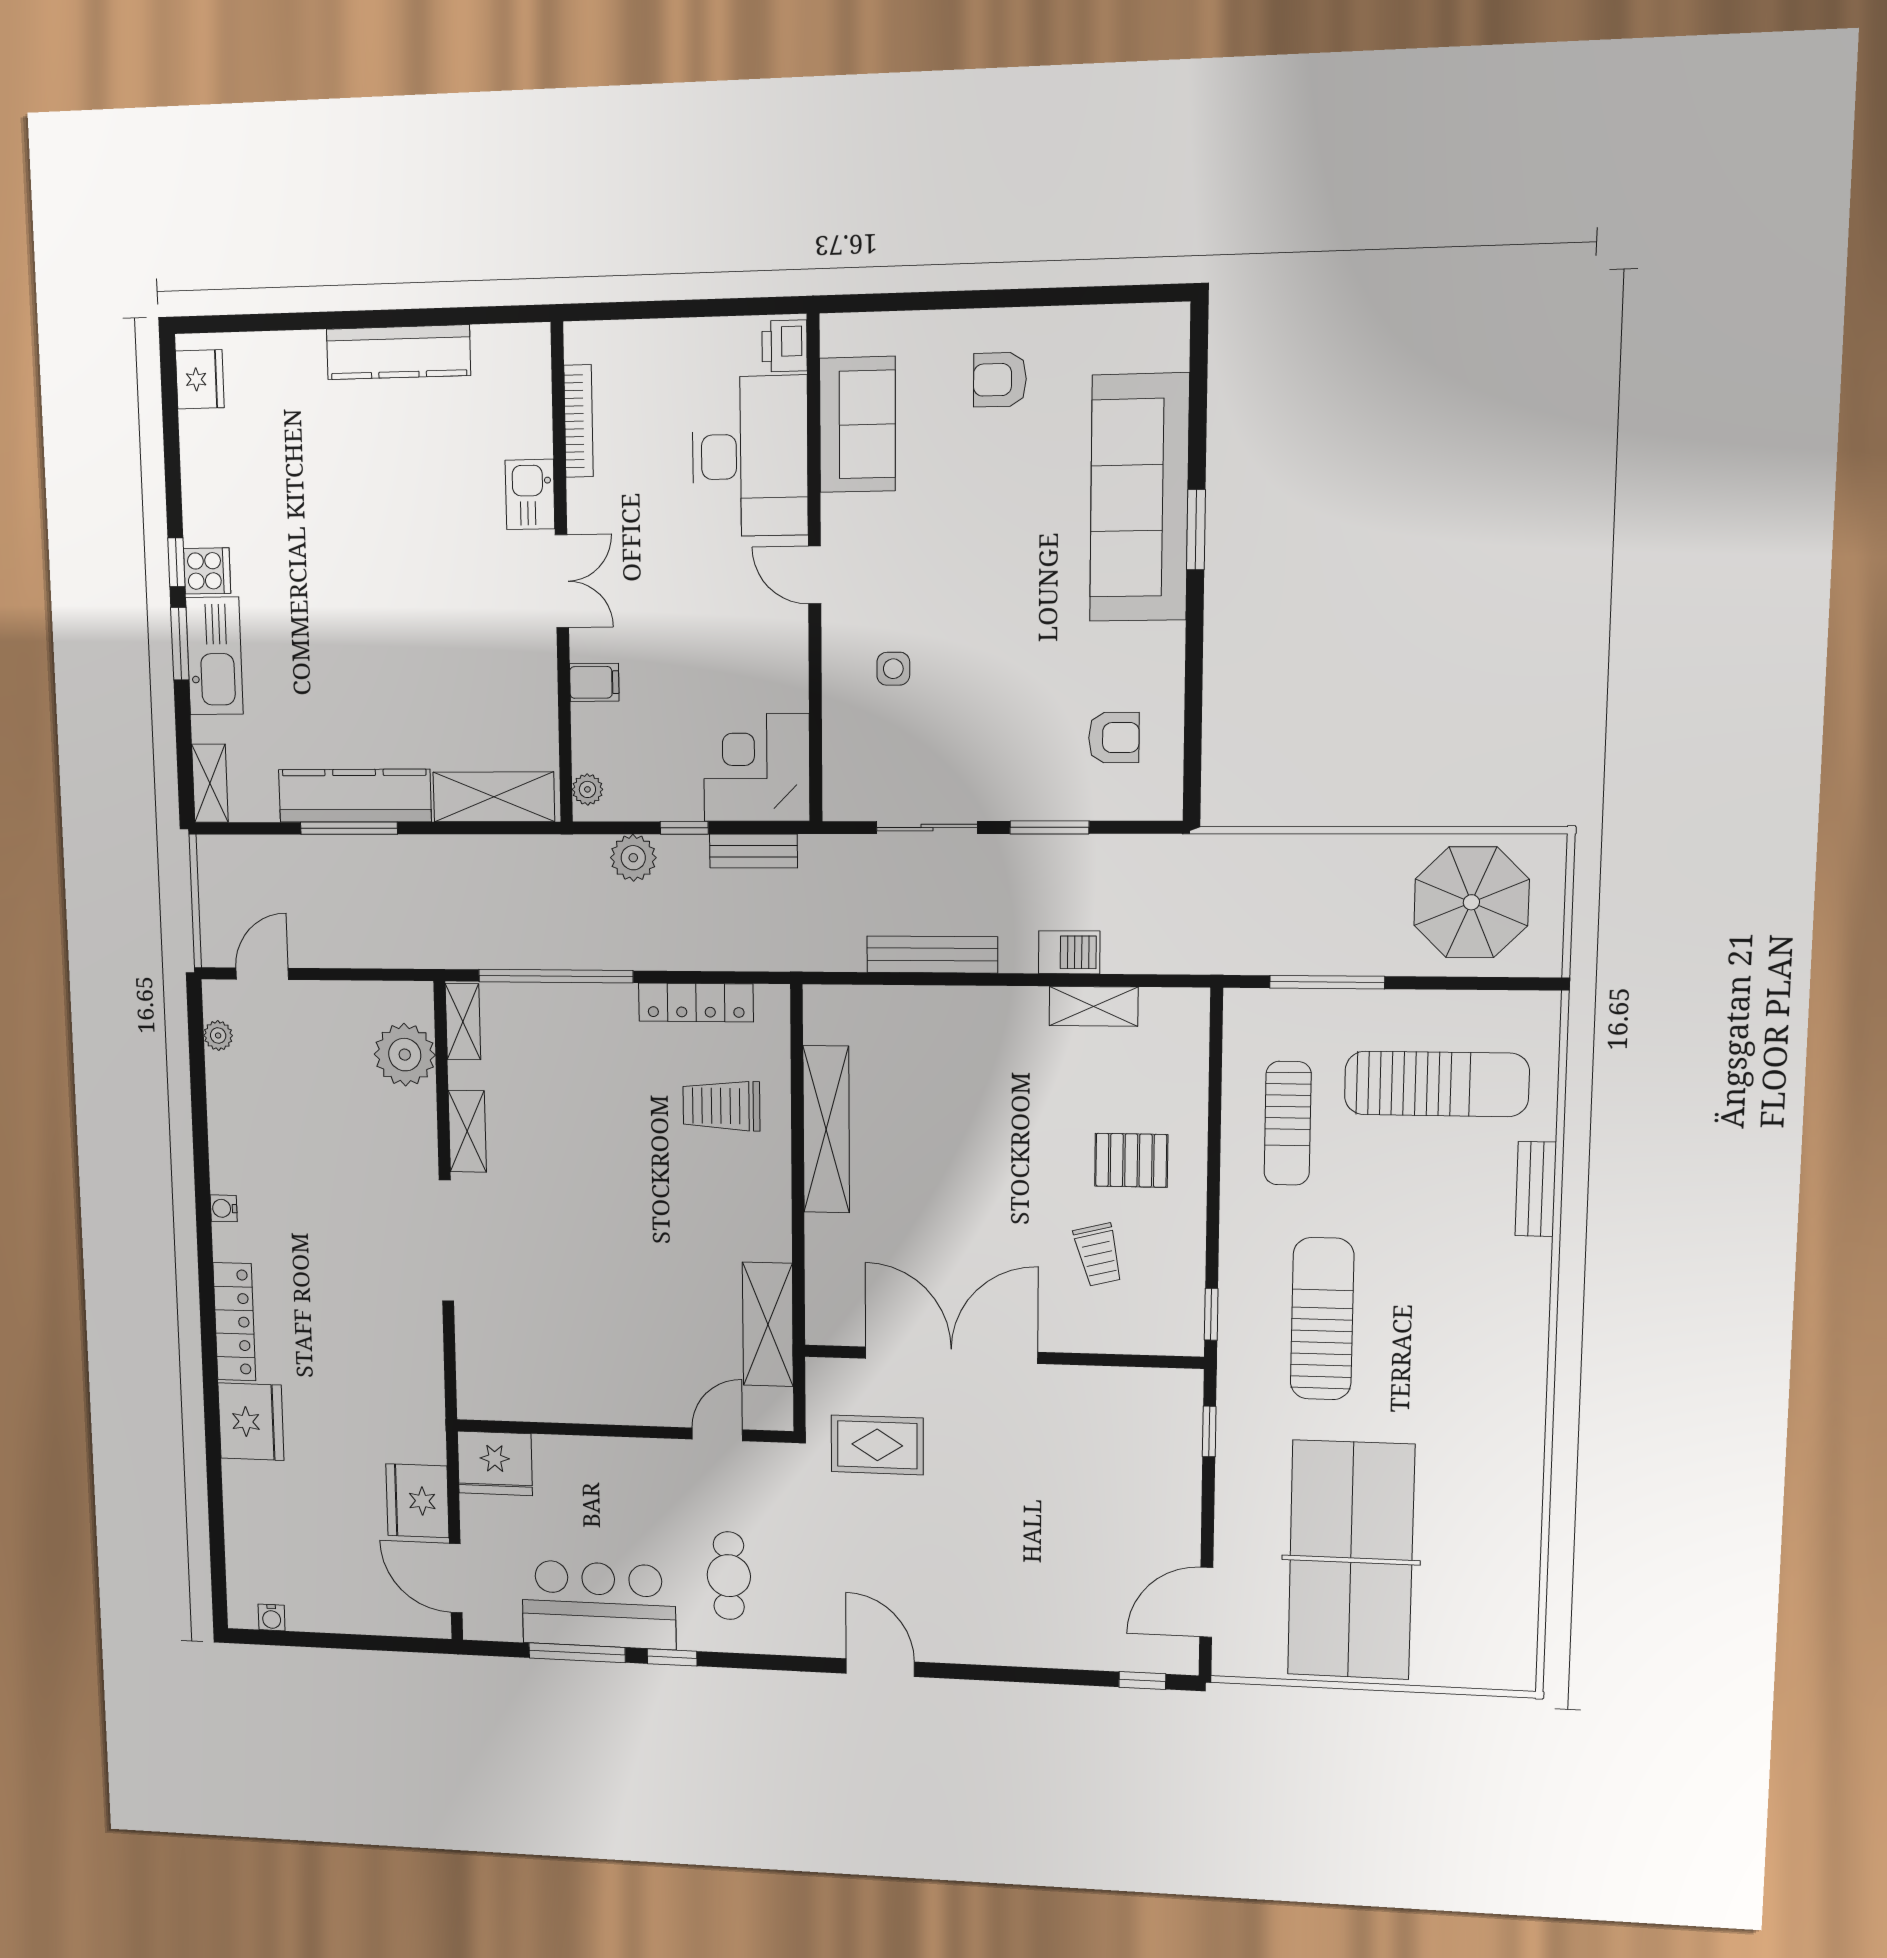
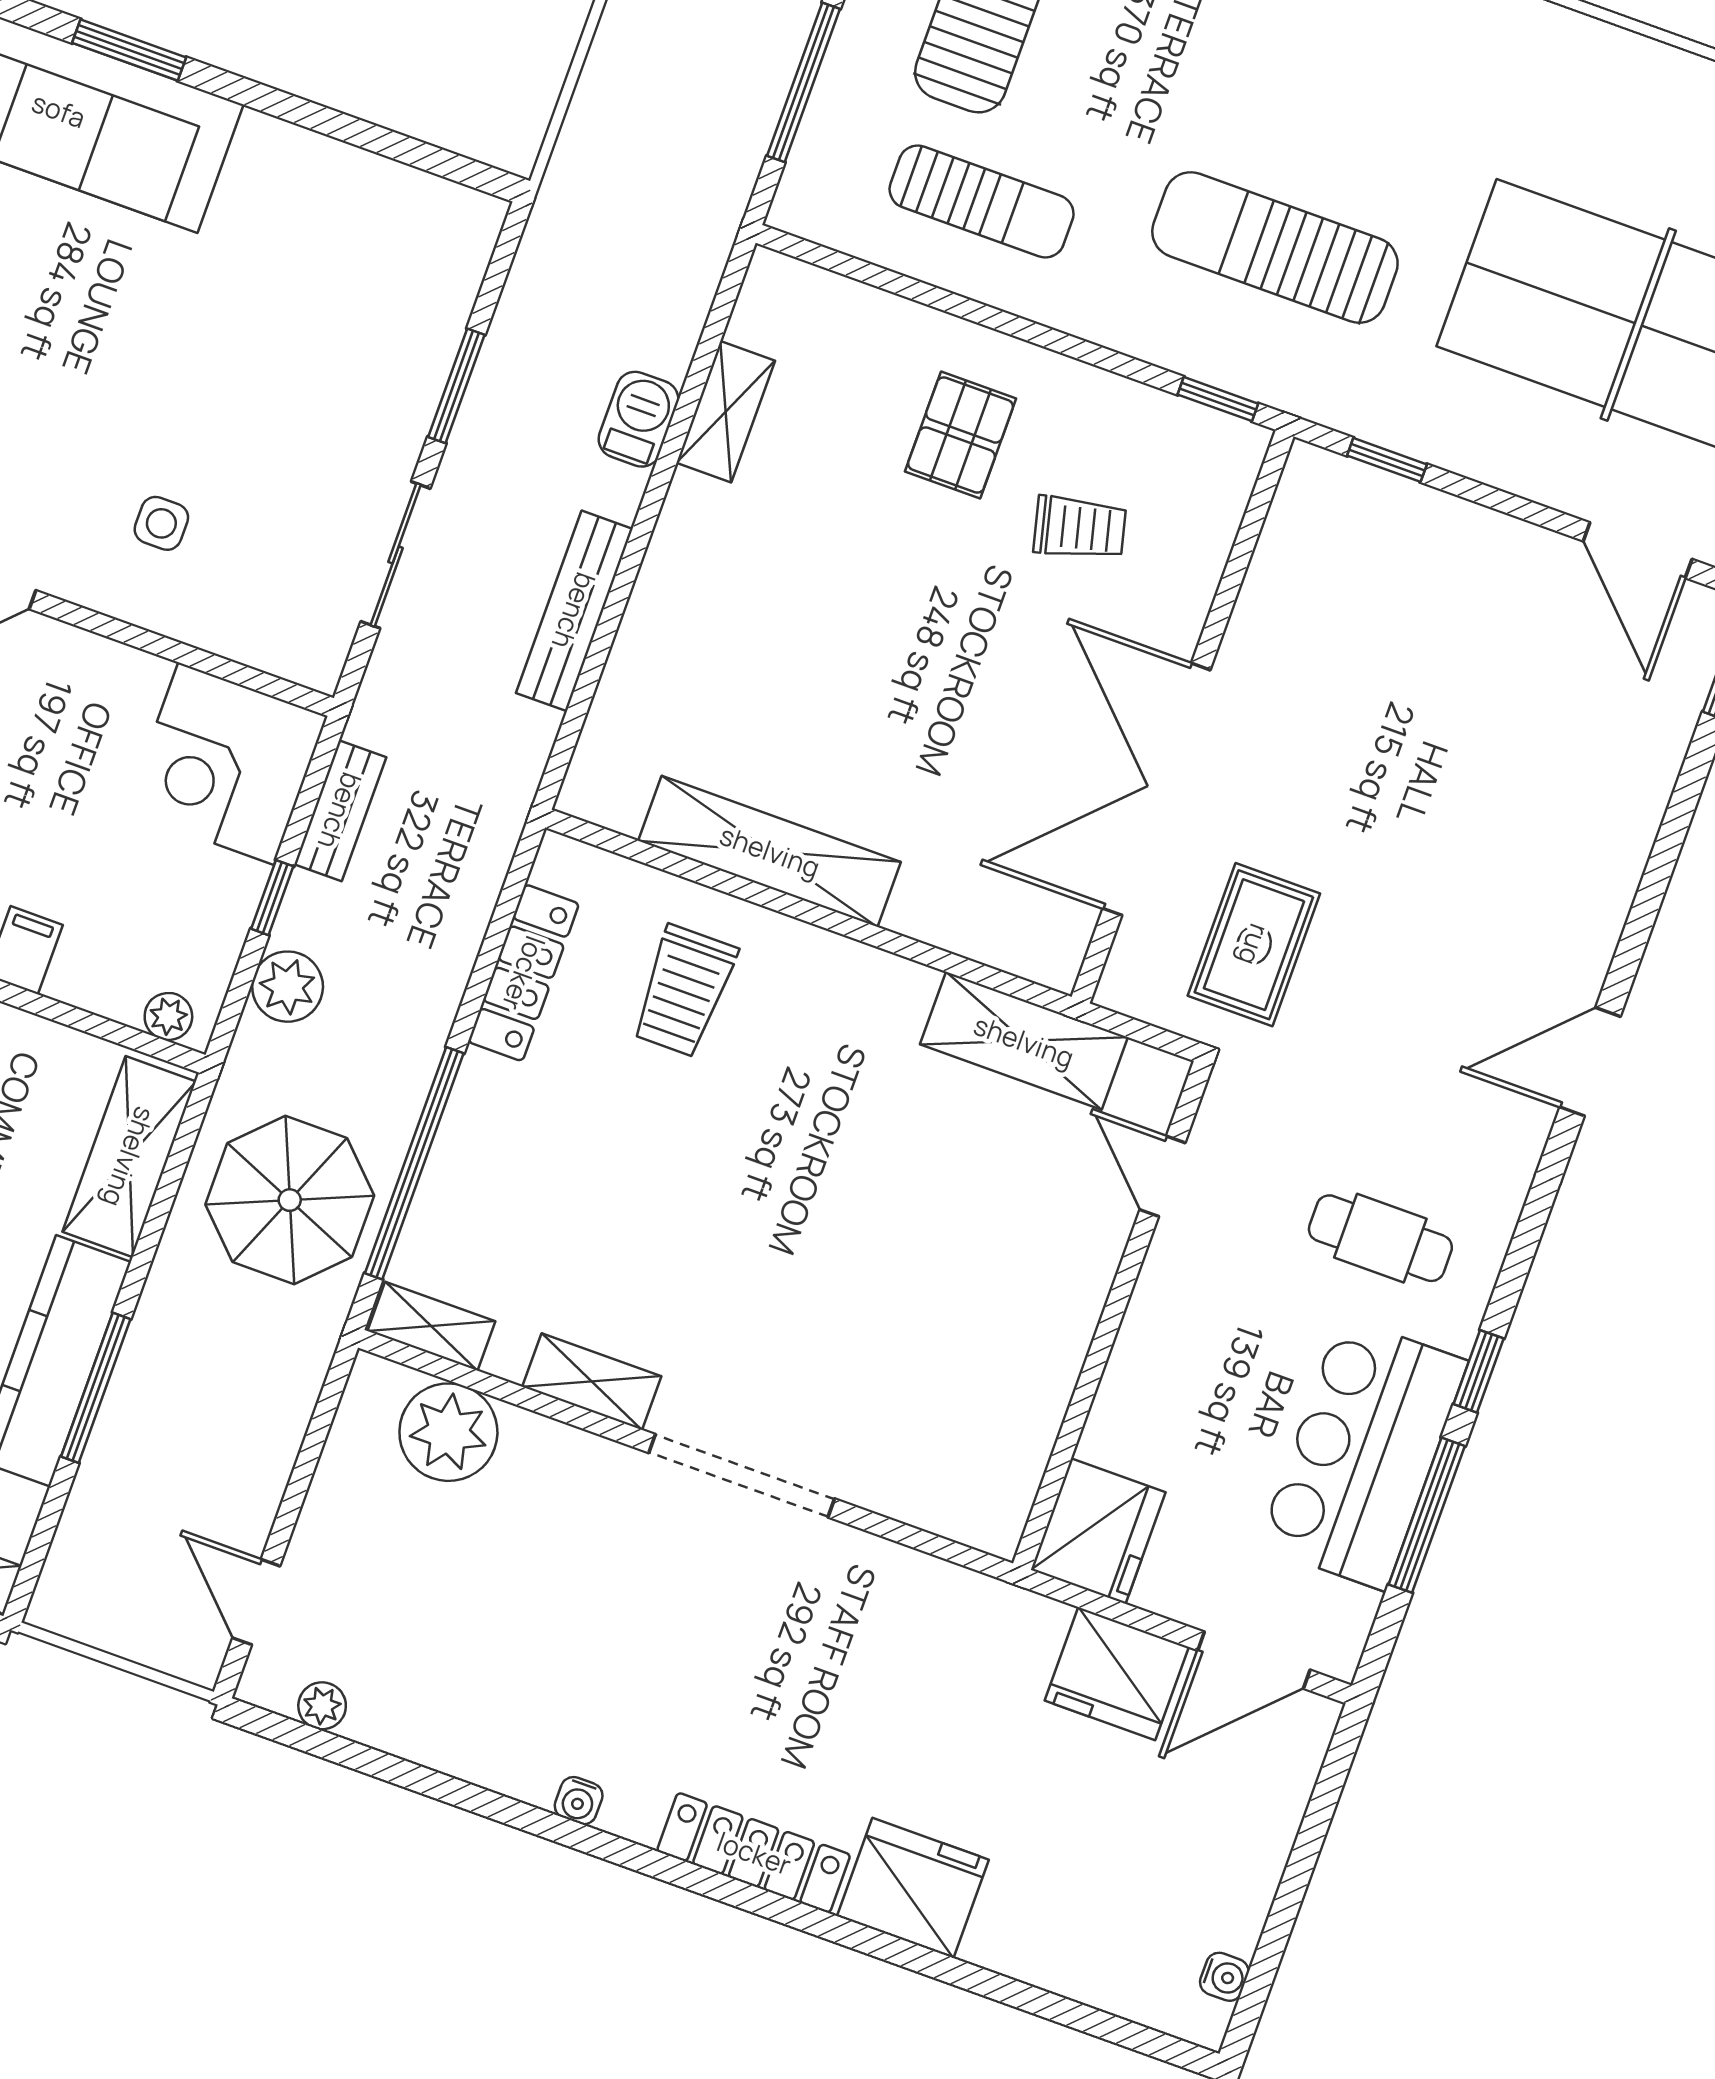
armchair: (1114, 738) -> (366, 255), removed
parasol: (505, 907) -> (290, 1200), added

